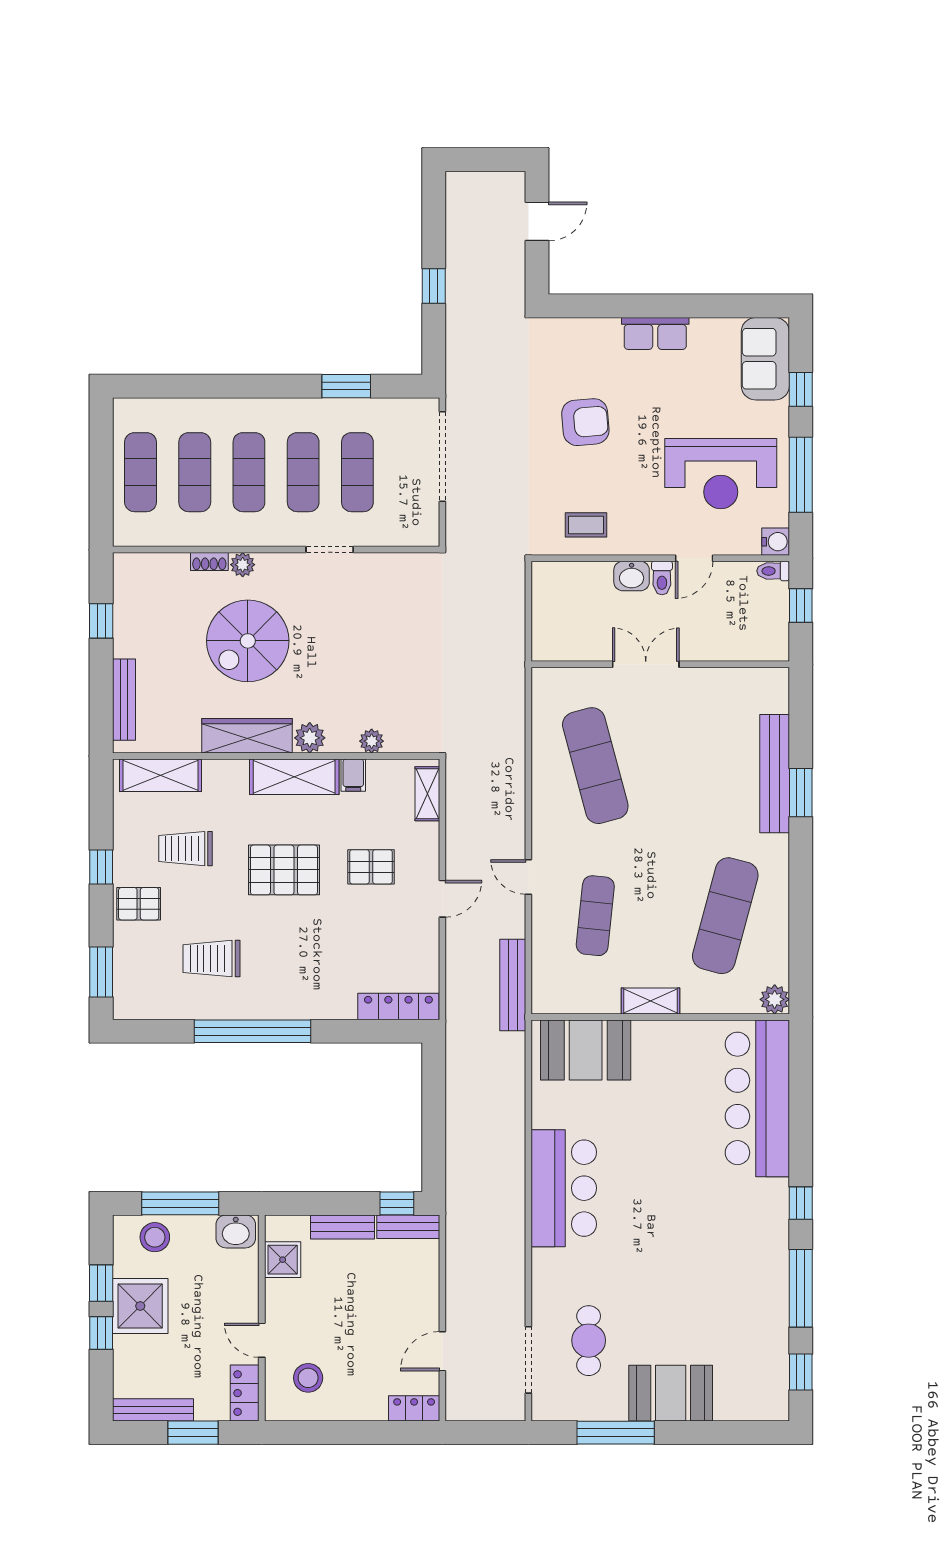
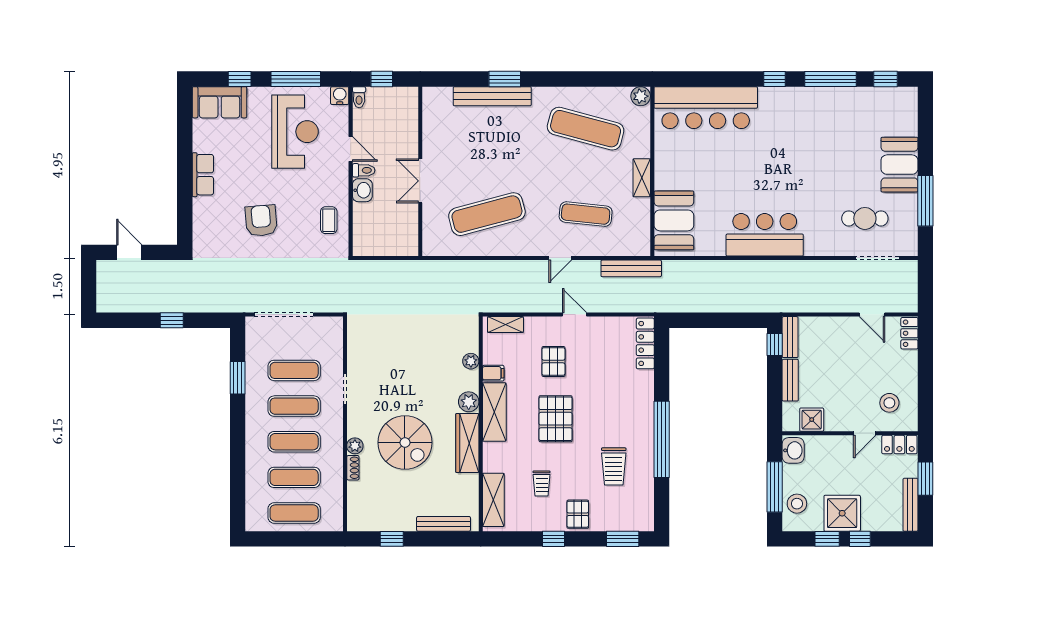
trolley: (185, 849) -> (542, 483), width x0.73, depth x0.72

